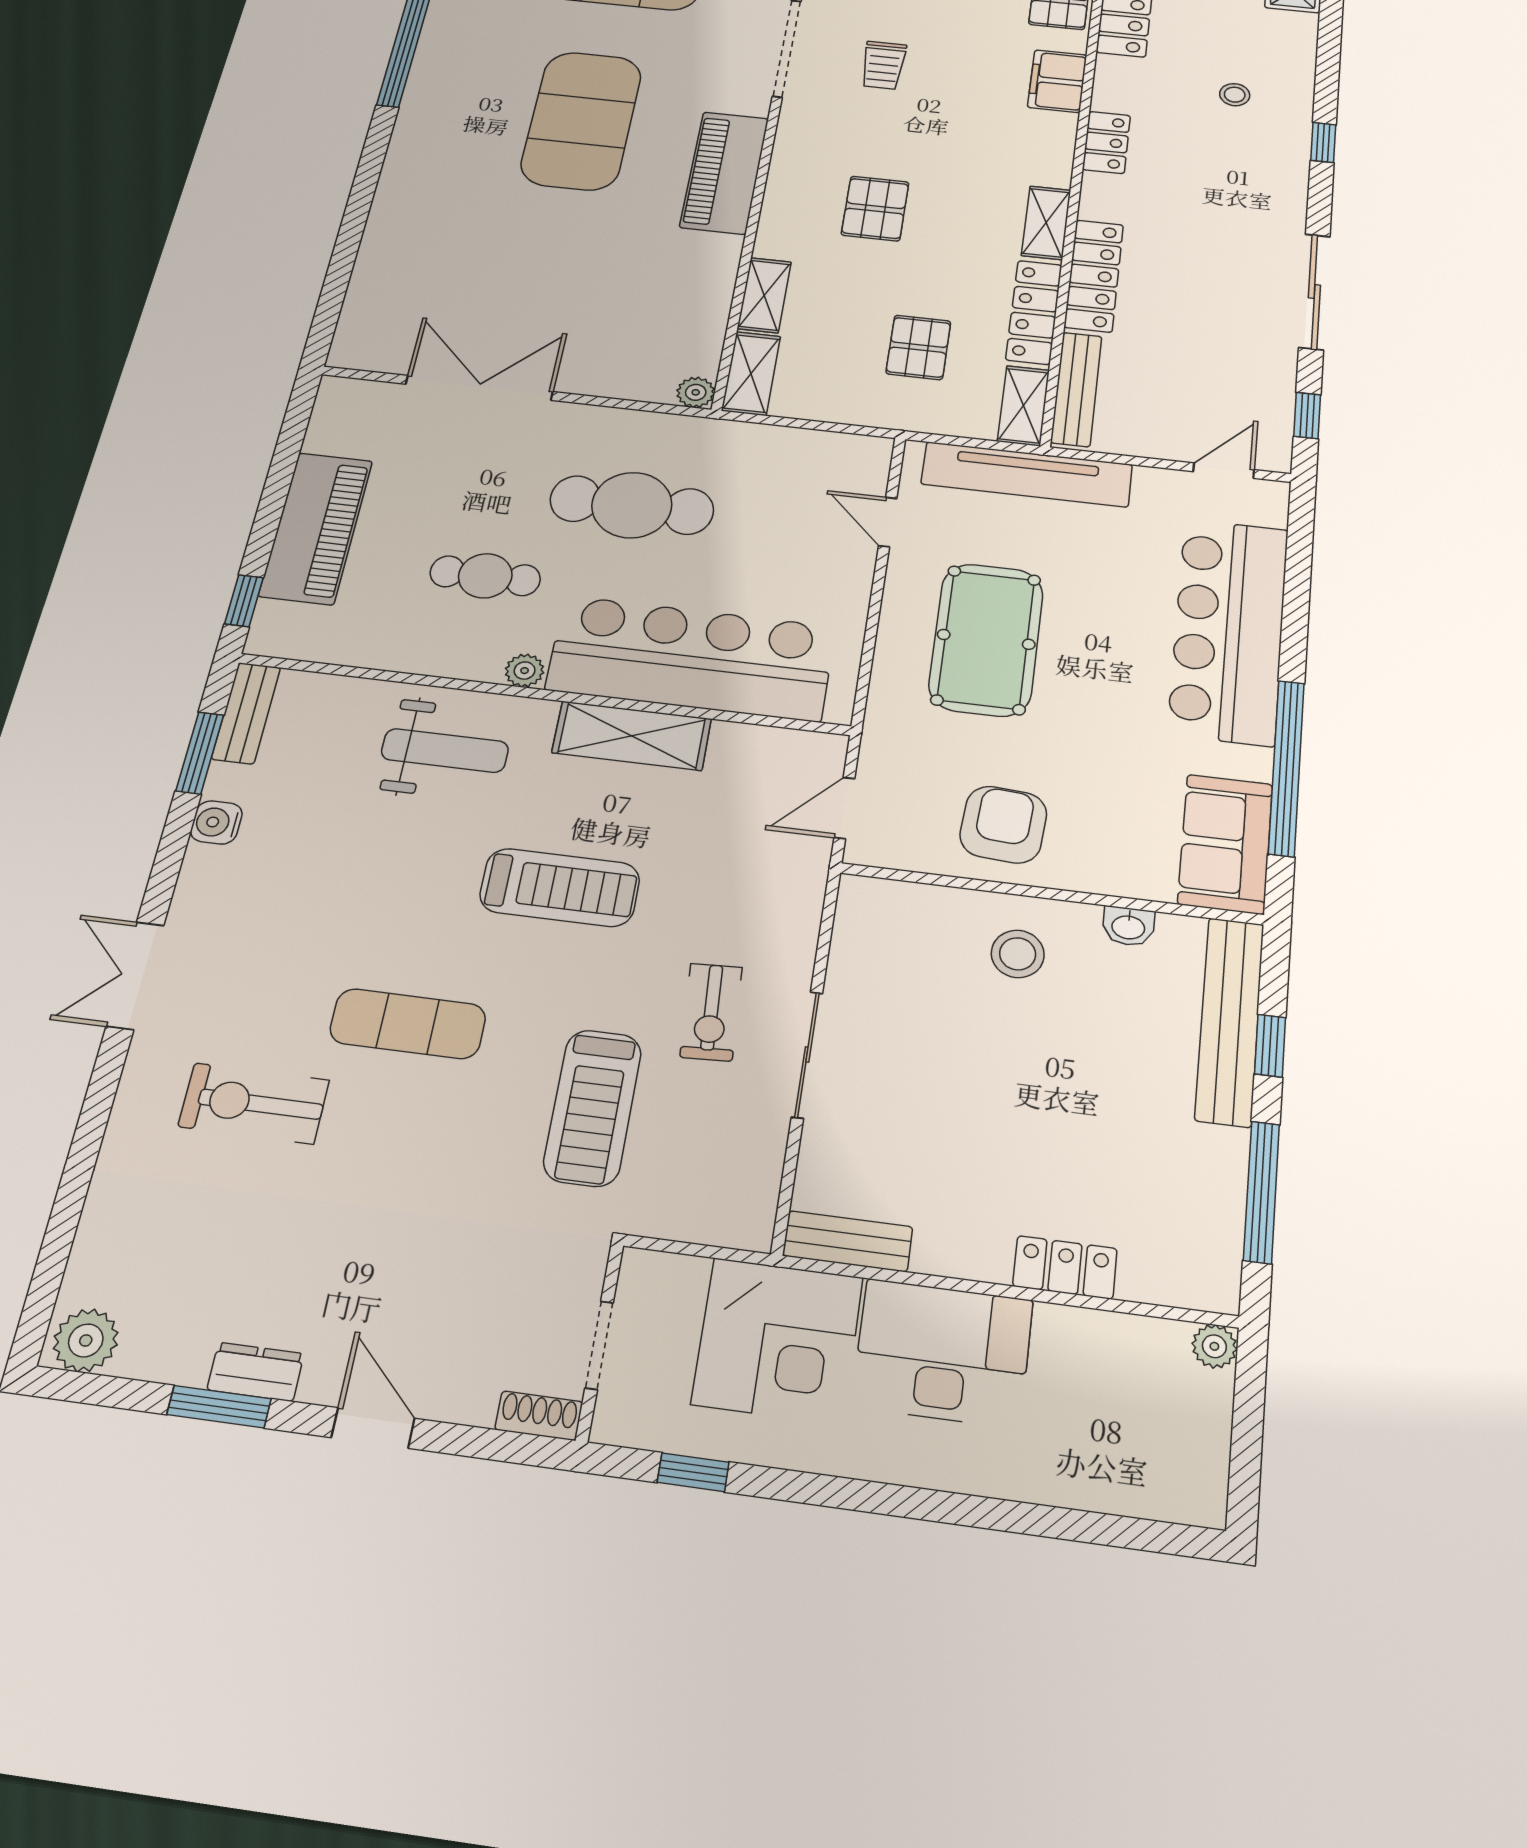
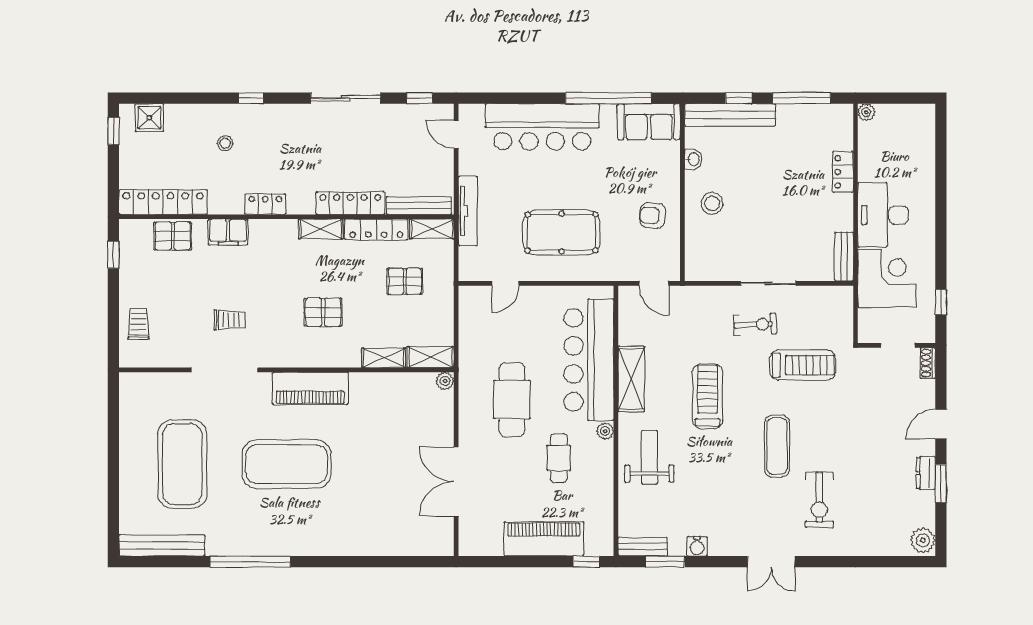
tv unit: (1027, 474) -> (468, 211), width x0.73, depth x0.78
armchair: (1003, 825) -> (653, 215), width x0.72, depth x0.72

